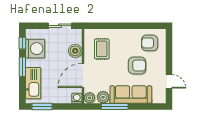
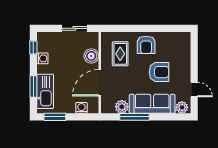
armchair: (150, 43) -> (146, 45), moved, turned -90
washing machine: (35, 49) -> (42, 58), width x0.53, depth x0.53
window: (22, 67) -> (33, 86), moved
washing machine: (77, 98) -> (81, 108), moved
plant: (90, 98) -> (182, 107), moved

